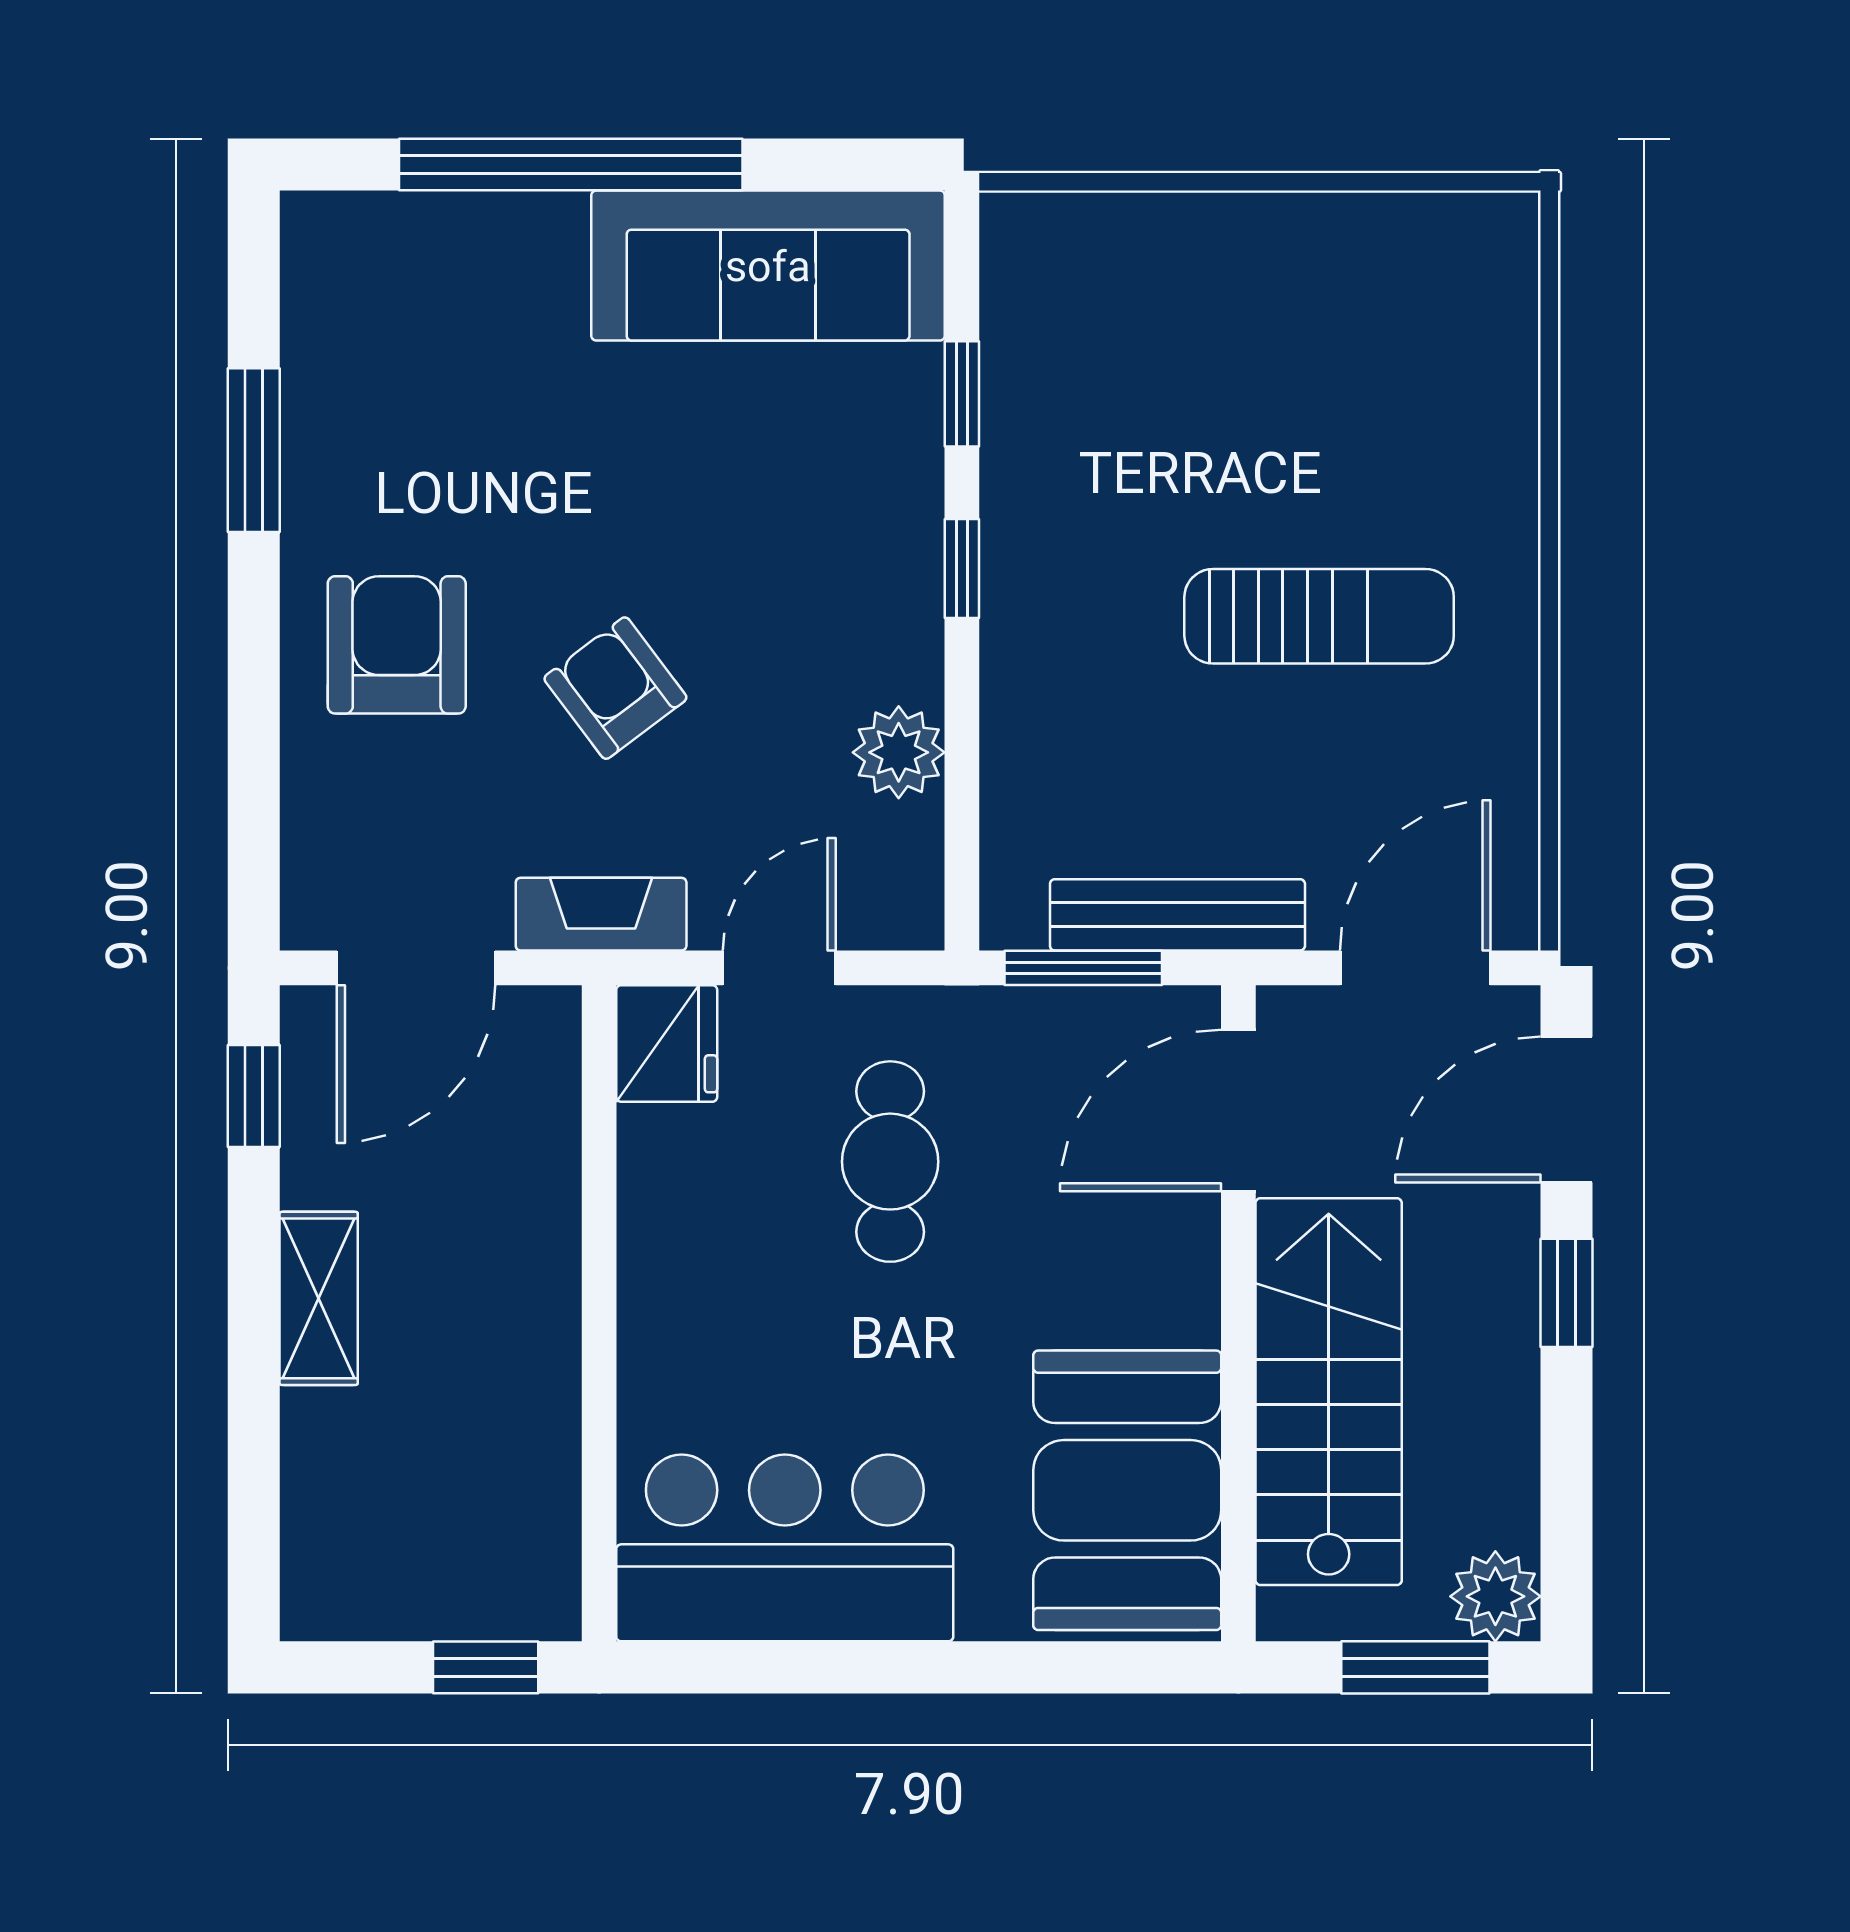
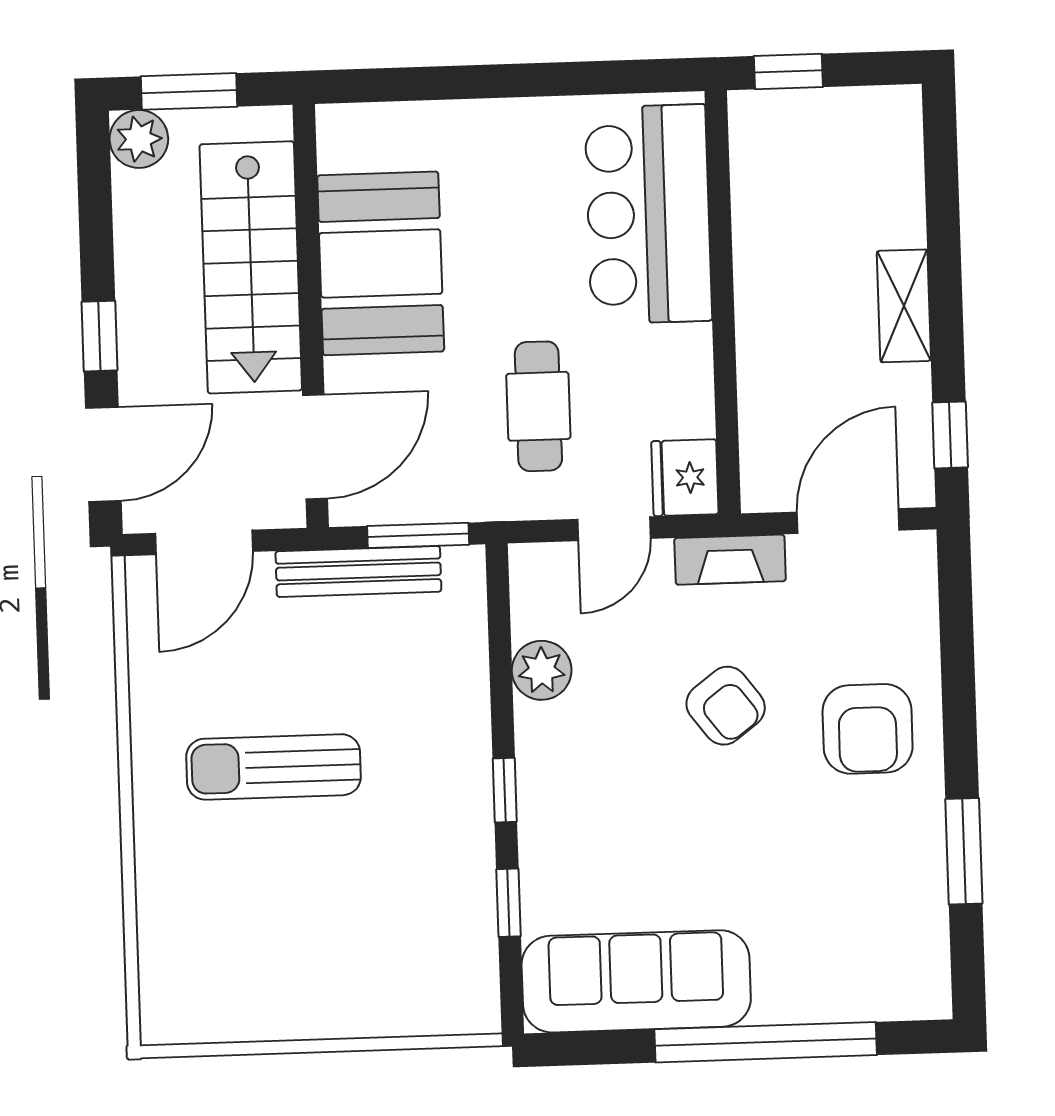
booth: (1127, 1490) -> (381, 263), moved
bar counter: (785, 1548) -> (648, 214), moved, turned 90

